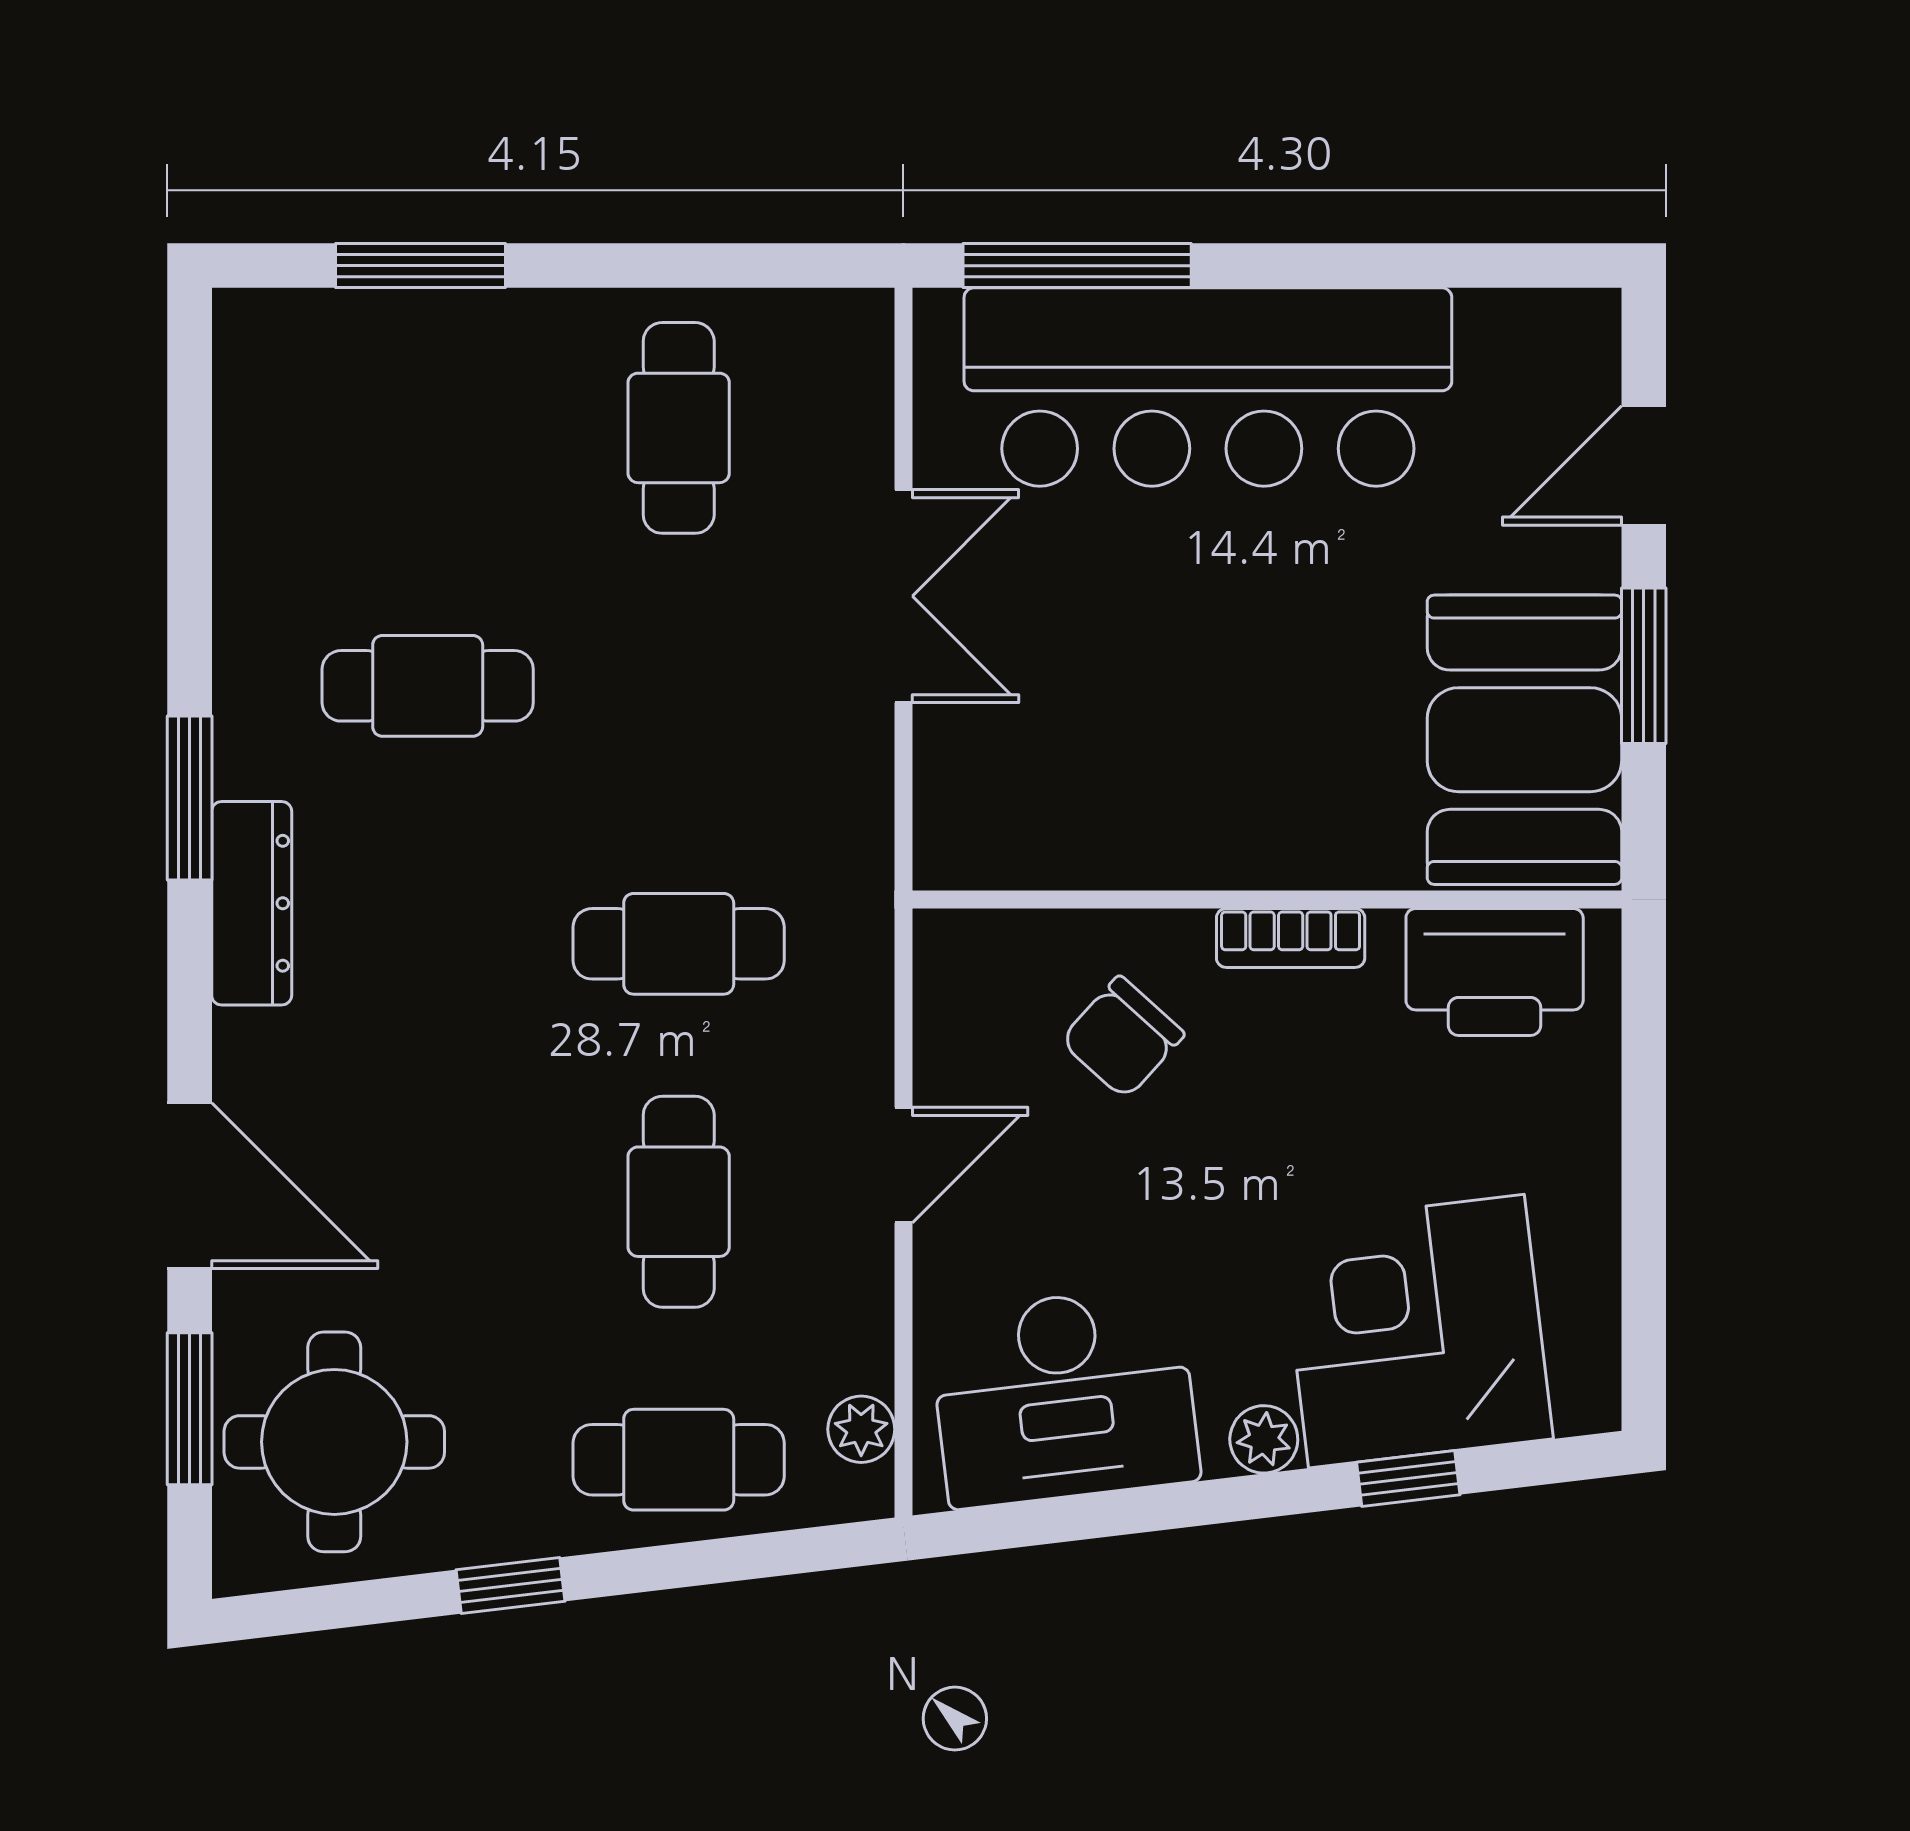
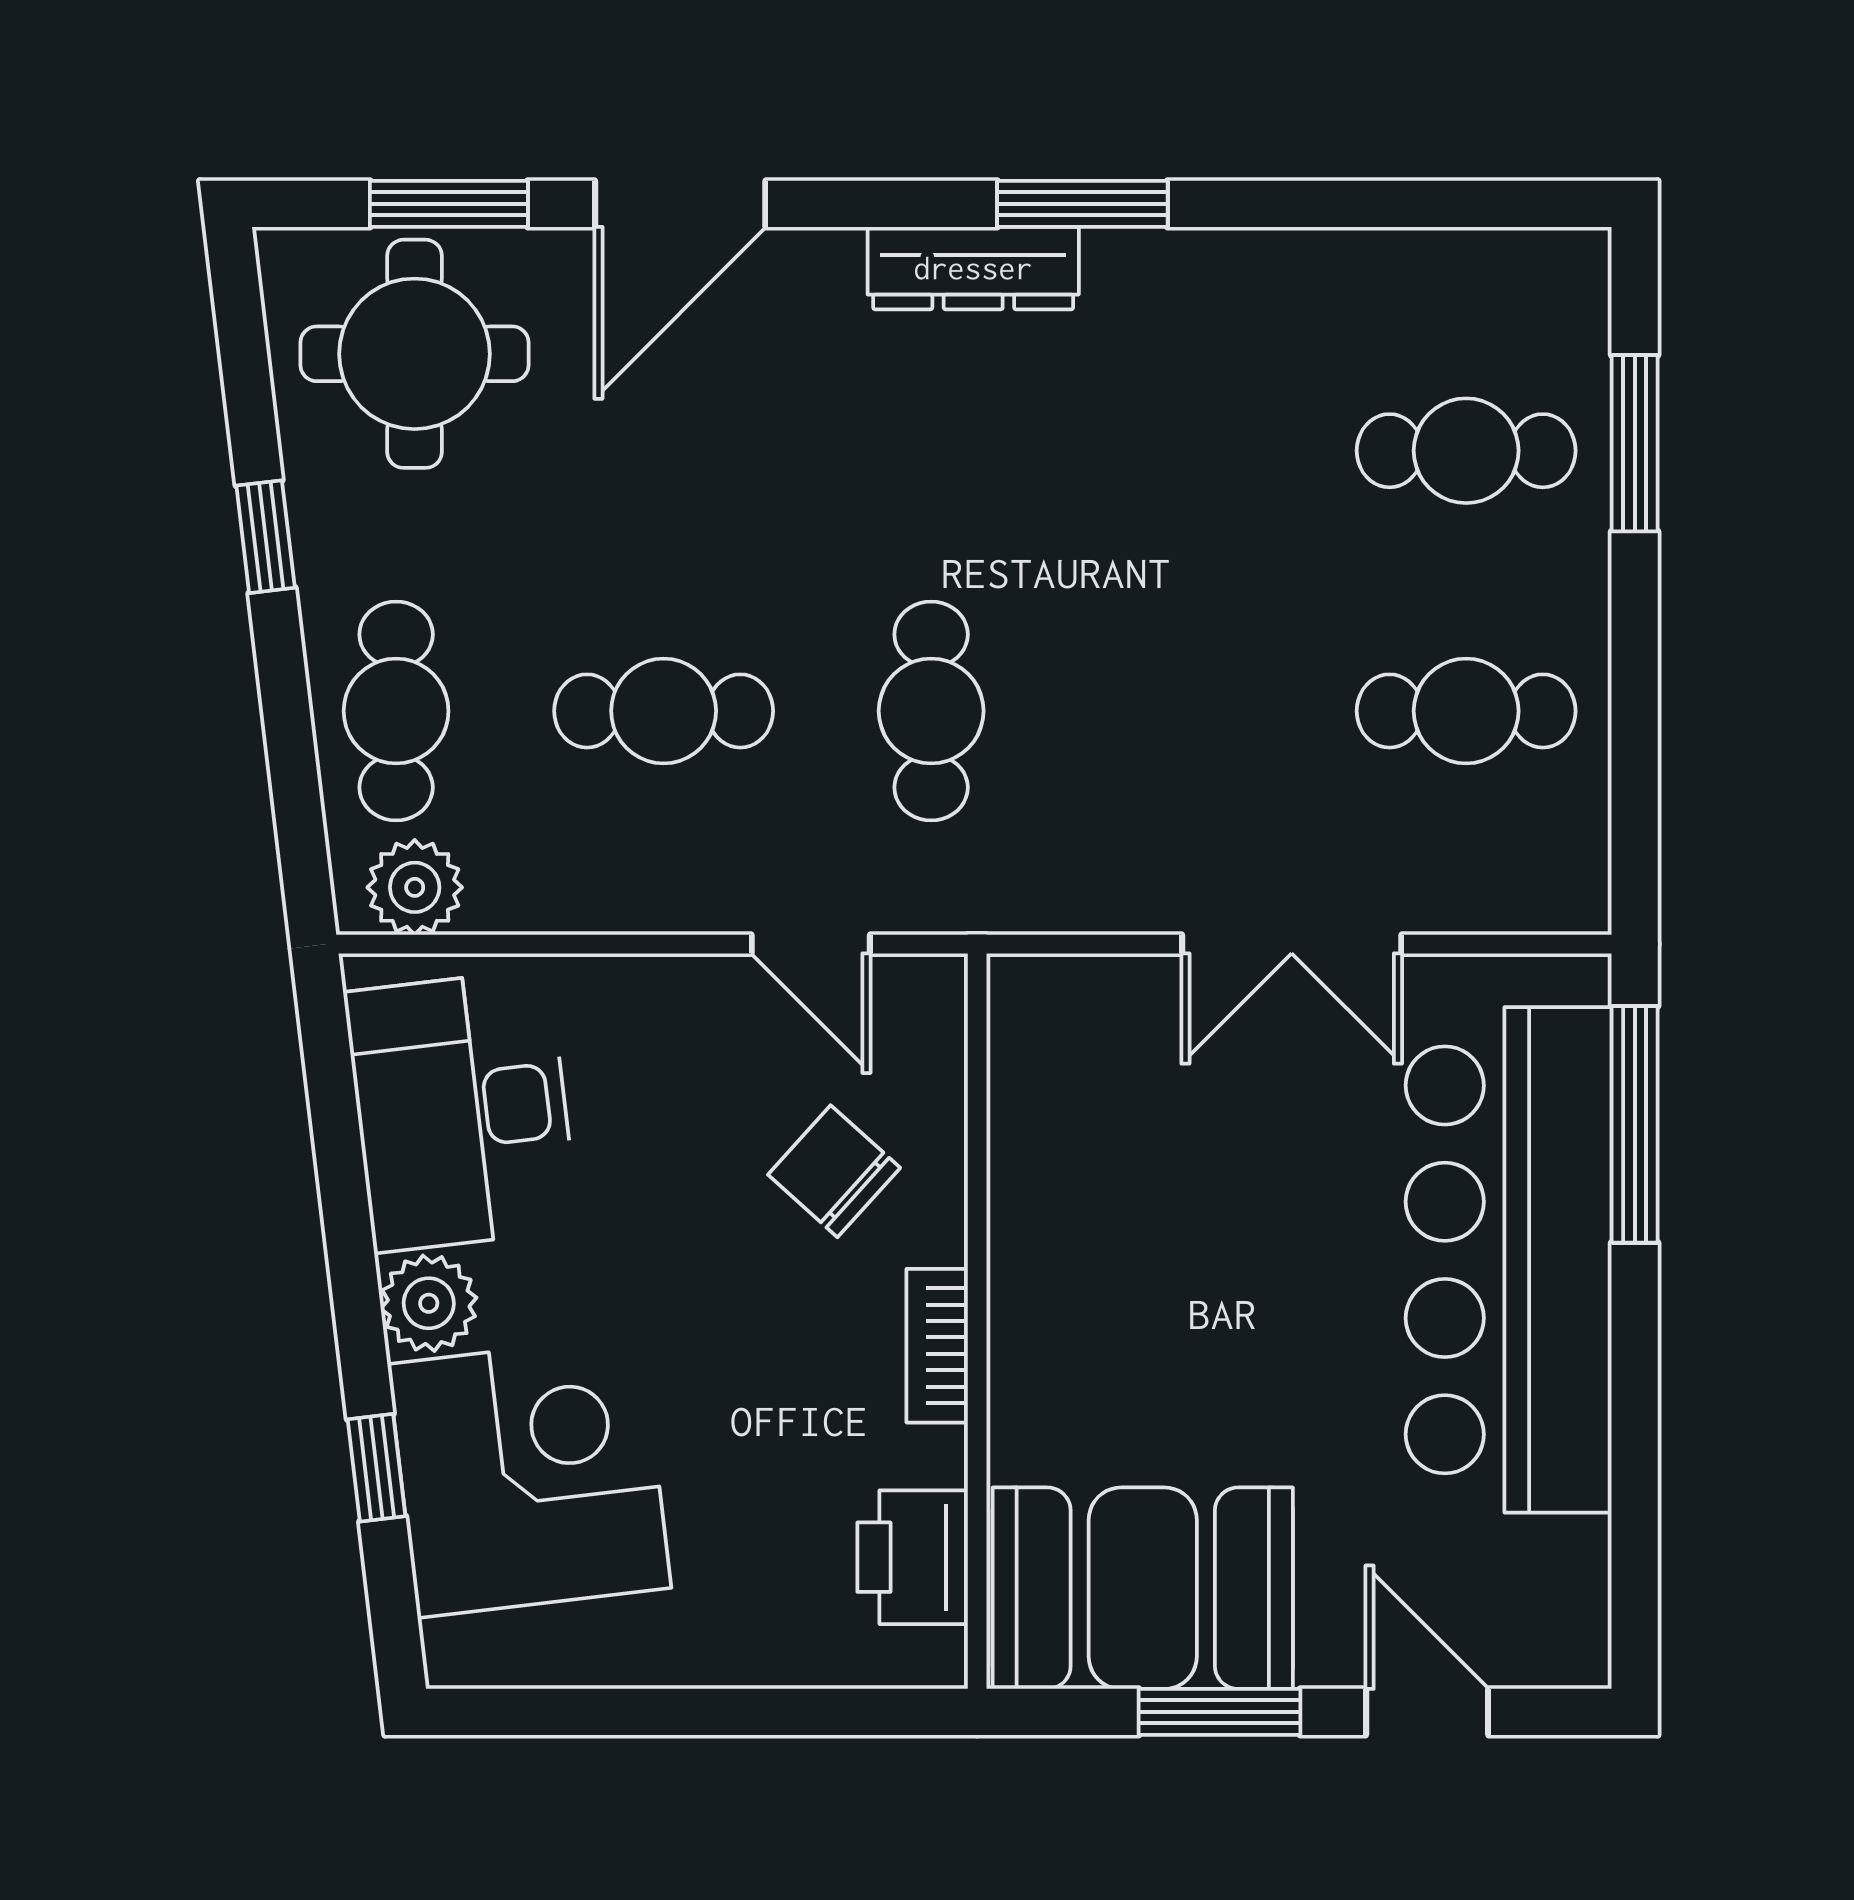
cafe table: (428, 686) -> (1466, 451), moved, turned 90
printer: (1495, 972) -> (913, 1557), width x0.73, depth x0.84
door: (903, 1165) -> (811, 944), moved
plant: (861, 1429) -> (415, 887), width x1.38, depth x1.38
plant: (1264, 1439) -> (429, 1303), width x1.38, depth x1.38

